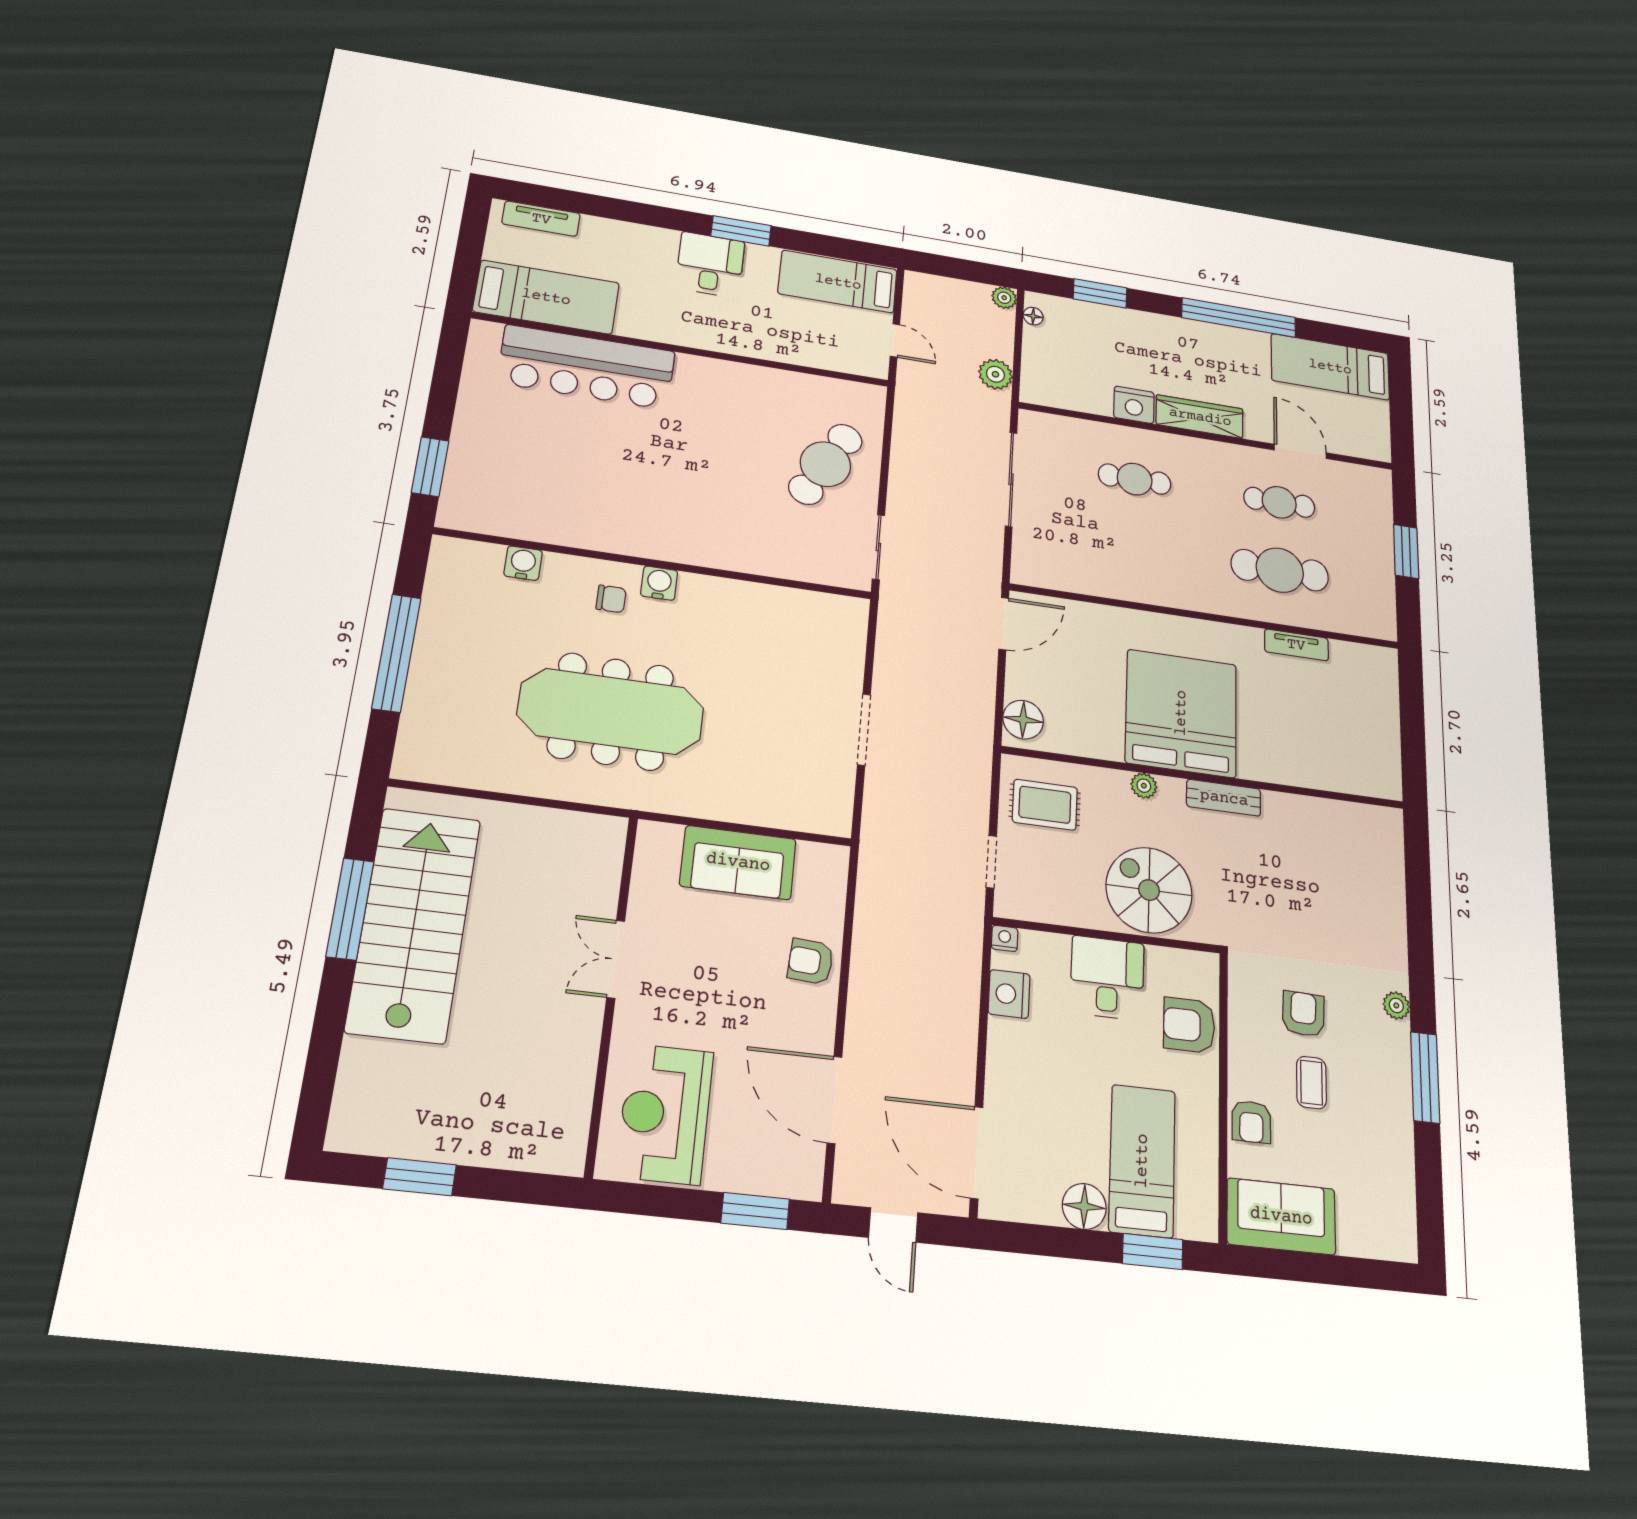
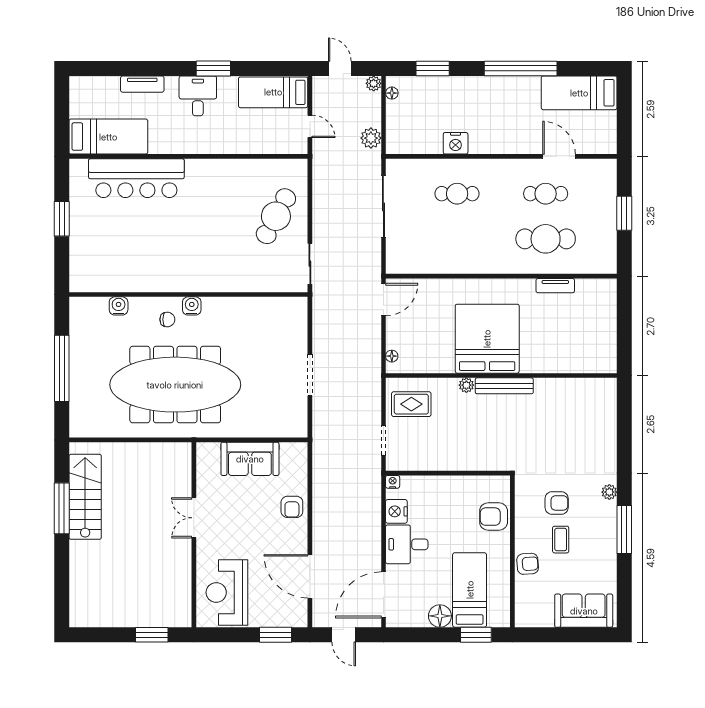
tv unit: (541, 219) -> (142, 84), moved
door: (950, 267) -> (340, 68), added
wardrobe: (1200, 417) -> (496, 144), removed
window: (430, 467) -> (62, 219), moved
meeting table: (611, 711) -> (175, 385), width x1.36, depth x1.27
floor lamp: (1023, 720) -> (392, 356), width x0.53, depth x0.53
bench: (1224, 798) -> (504, 386), width x1.36
spiral stairs: (1149, 890) -> (470, 445), removed
stairs: (414, 924) -> (85, 497), width x0.73, depth x0.66
armchair: (811, 961) -> (292, 507), turned -94
desk: (1107, 978) -> (407, 544), moved, turned -90
armchair: (1303, 1014) -> (557, 503), turned 88
armchair: (1251, 1122) -> (528, 564), turned -94
door: (976, 1152) -> (383, 595), hinge flipped
window: (420, 1177) -> (152, 635), moved
sofa: (1281, 1216) -> (584, 611), moved

